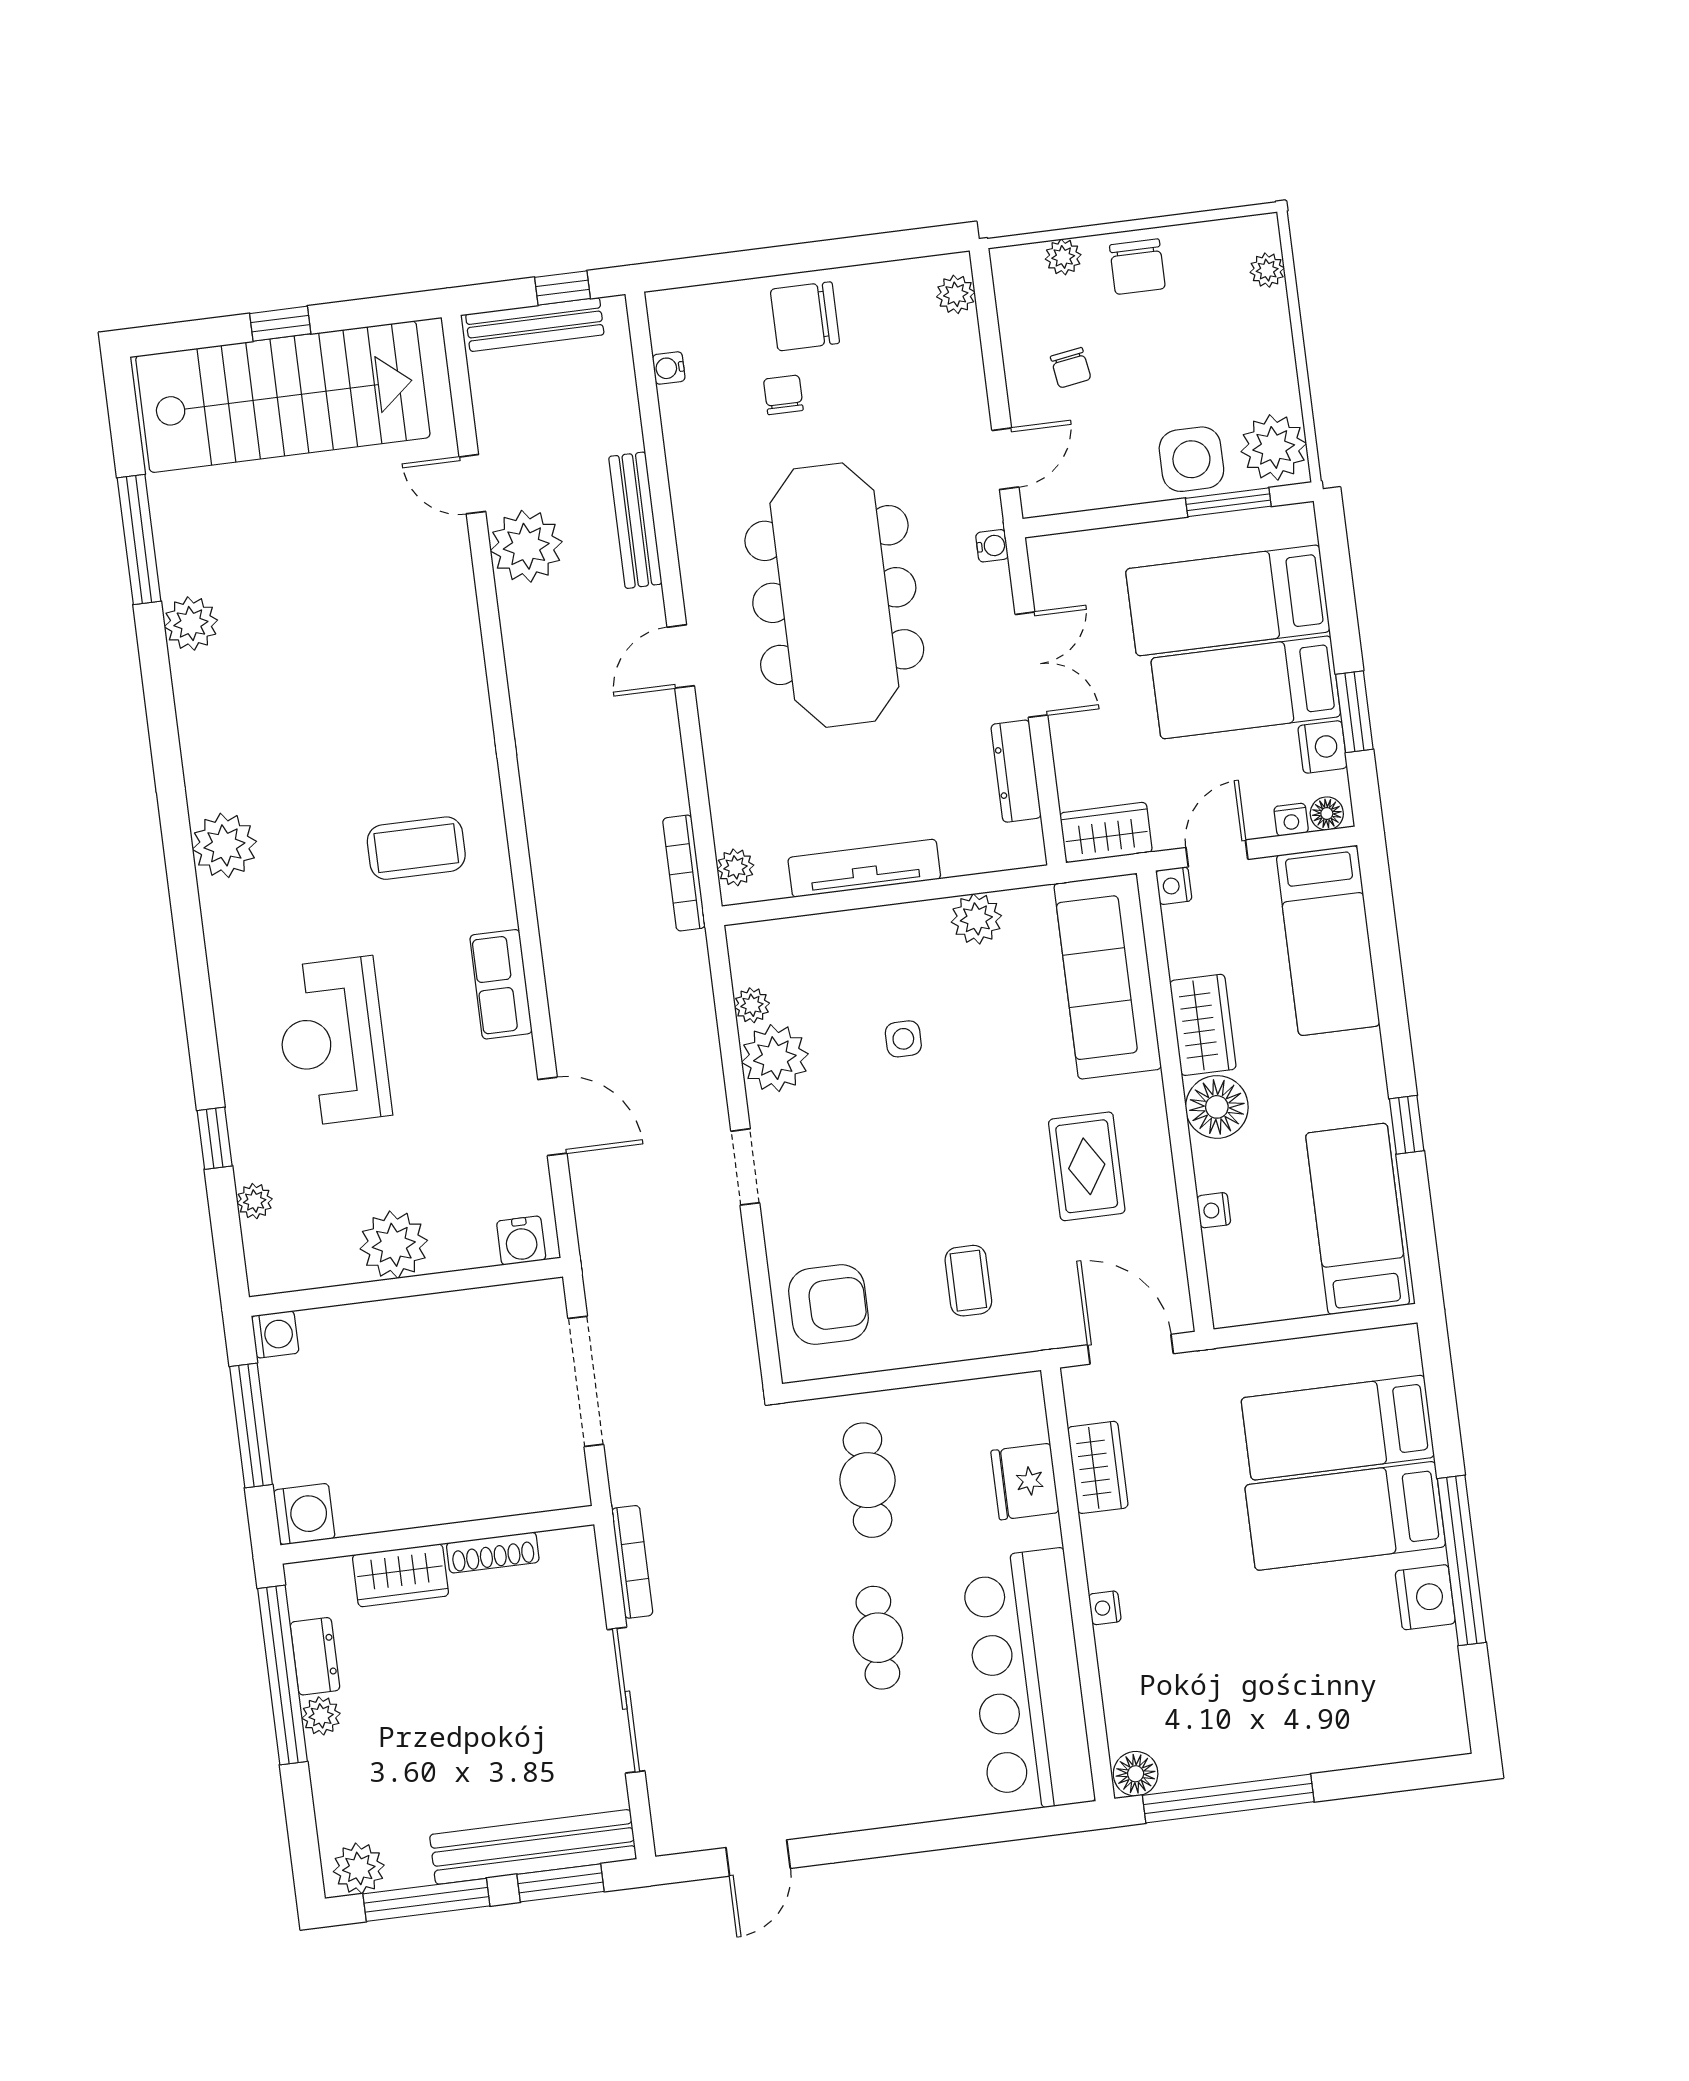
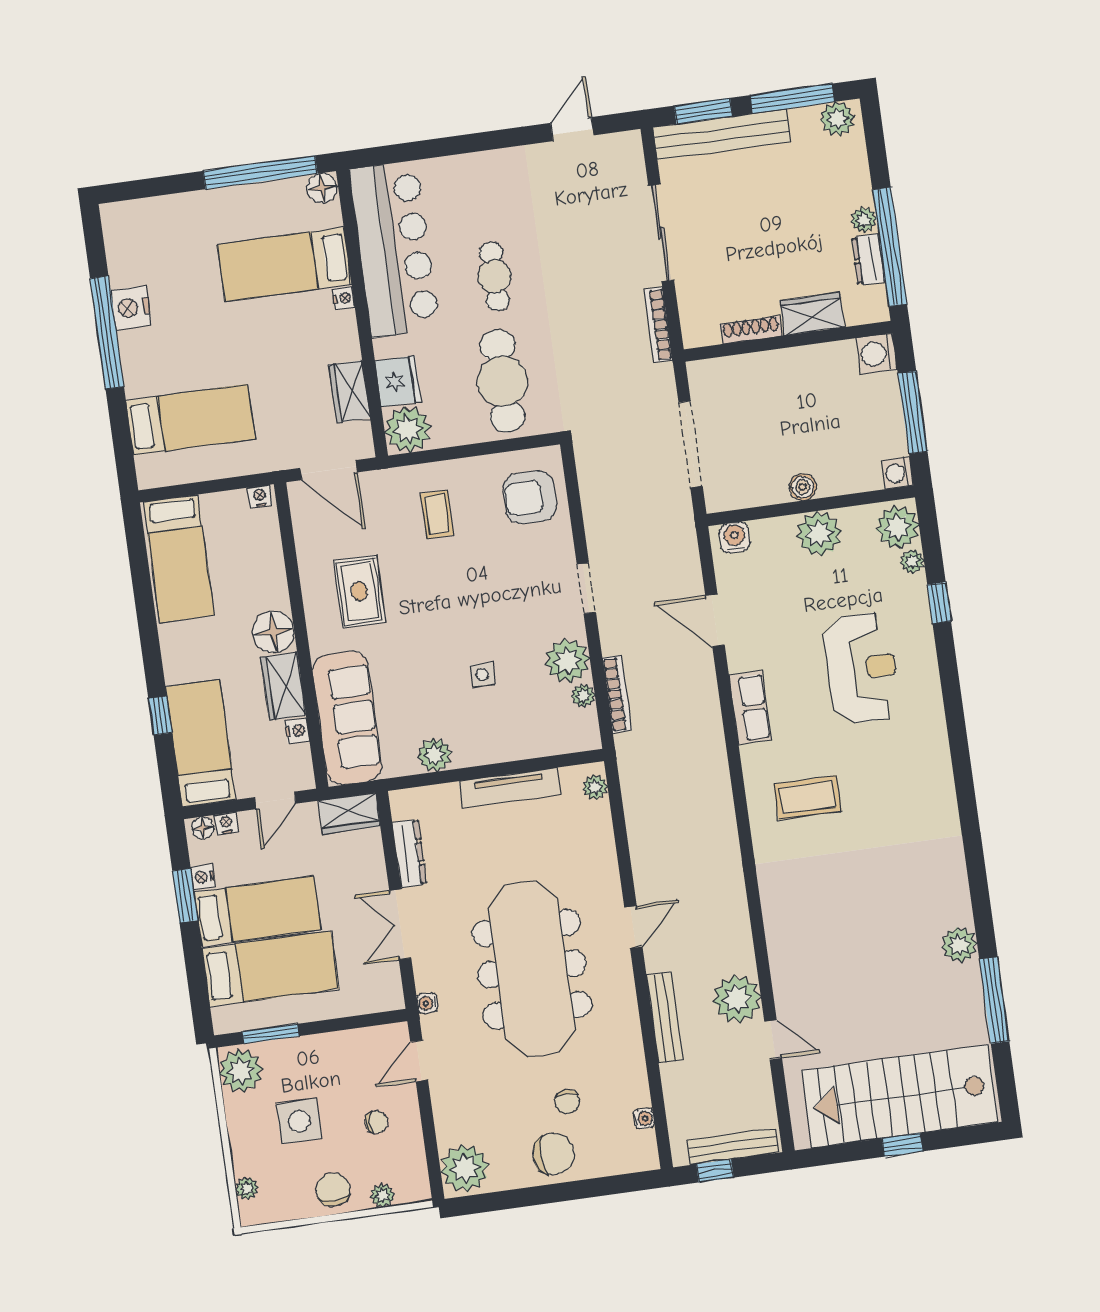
plant: (956, 294) -> (465, 1168), width x1.88, depth x1.88
chair: (1071, 368) -> (376, 1122), turned 99
side table: (1191, 459) -> (299, 1121), moved
nightstand: (1323, 747) -> (203, 877), width x0.72, depth x0.74
plant: (224, 845) -> (897, 527), moved
bookcase: (684, 873) -> (617, 694), moved
nightstand: (1174, 886) -> (297, 731), moved
window: (1407, 1125) -> (160, 716), moved
nightstand: (1214, 1210) -> (260, 496), moved, turned -90
boiler: (418, 1315) -> (803, 487), added
plant: (1011, 1409) -> (408, 429), added
cafe table: (868, 1480) -> (502, 381), width x1.37, depth x1.35
bed: (1345, 1516) -> (284, 264), moved, turned 180

